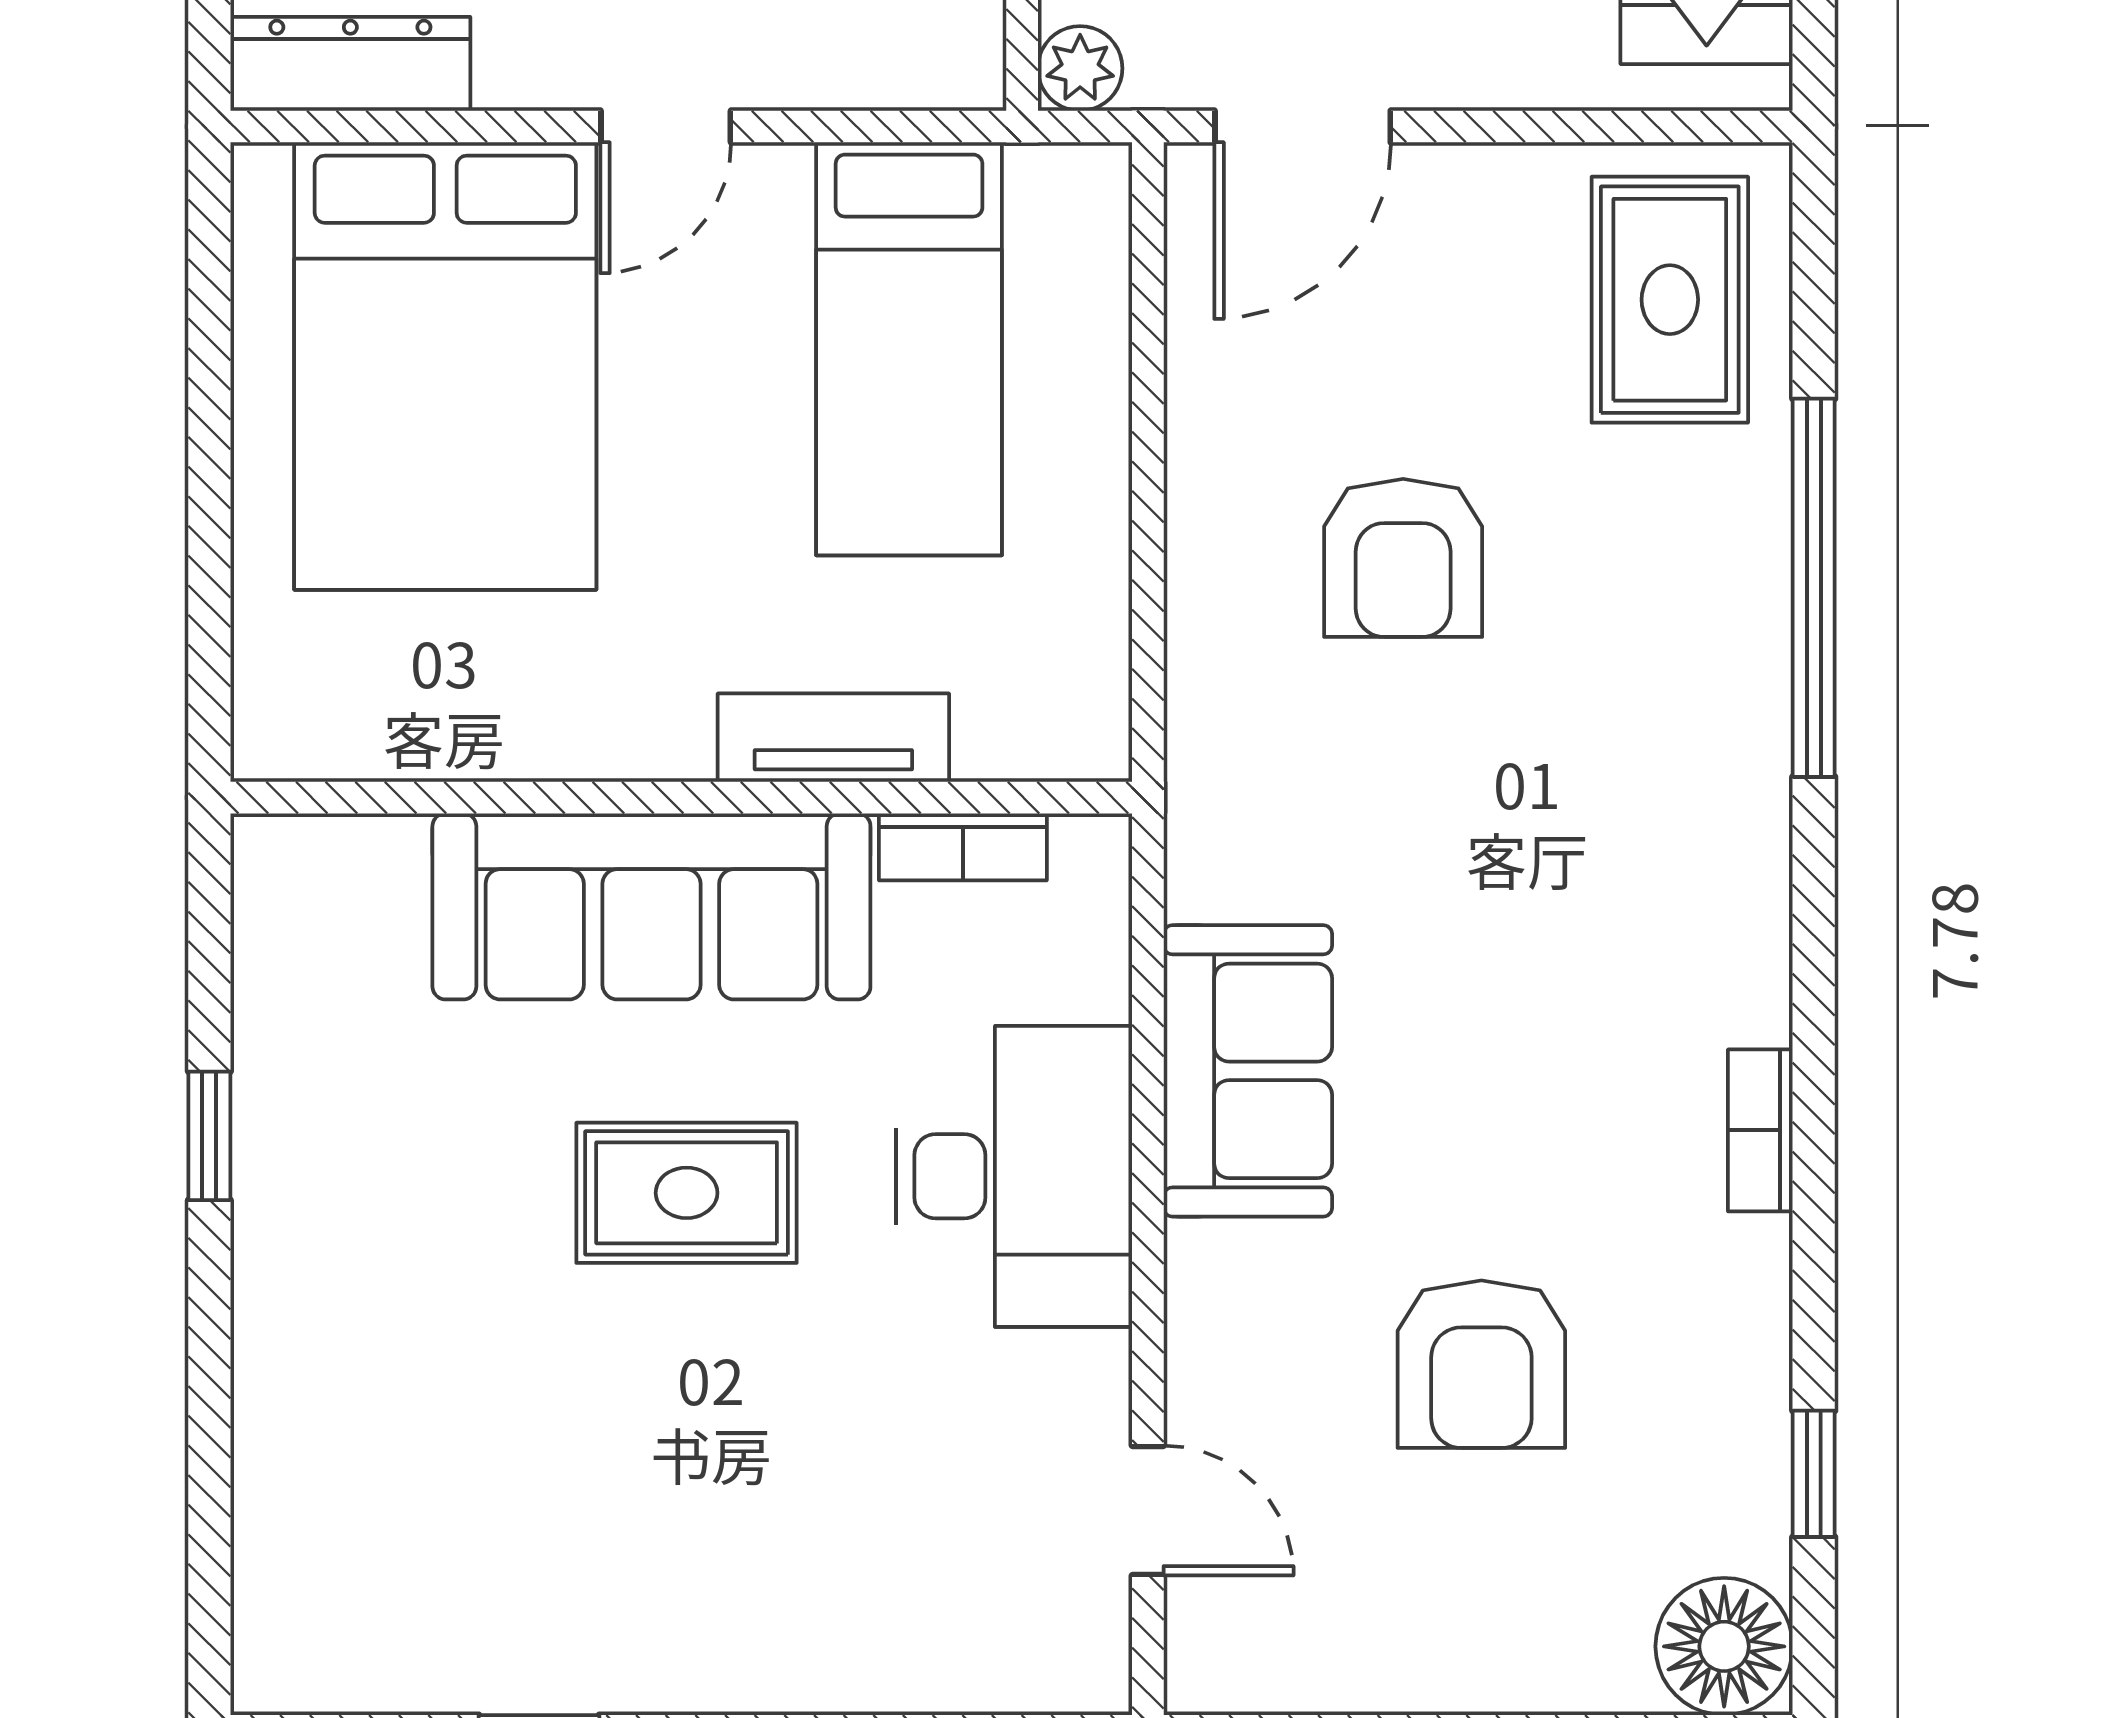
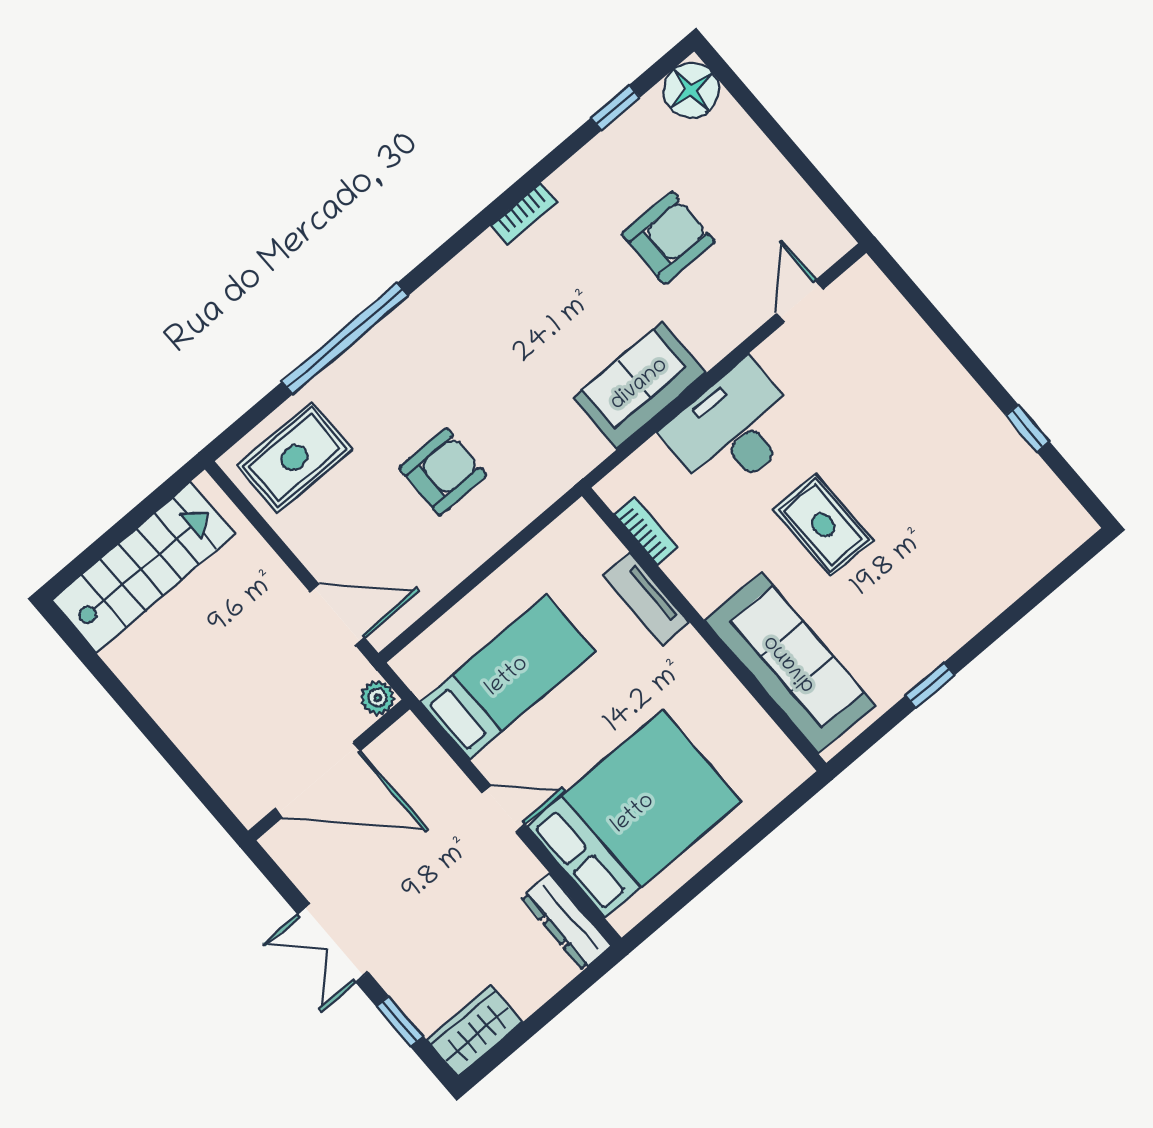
sofa: (651, 906) -> (790, 663), moved

